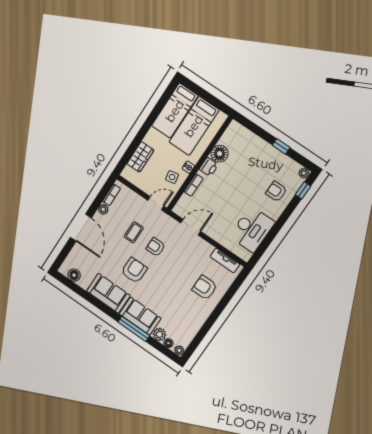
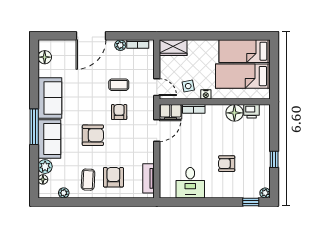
wardrobe: (140, 157) -> (173, 48), moved
printer: (209, 167) -> (252, 111), moved
armchair: (276, 191) -> (227, 164), moved, turned -90
filing cabinet: (183, 206) -> (171, 112), added
door: (191, 227) -> (157, 130), hinge flipped
desk: (252, 229) -> (190, 183), width x0.73
armchair: (134, 270) -> (93, 135), moved
coffee table: (193, 309) -> (88, 180), added
window: (134, 329) -> (34, 127), moved
plant: (179, 350) -> (64, 193), moved

